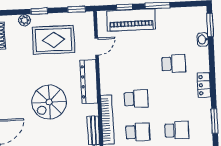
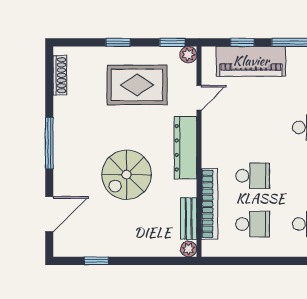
plant: (25, 20) -> (188, 55), moved

